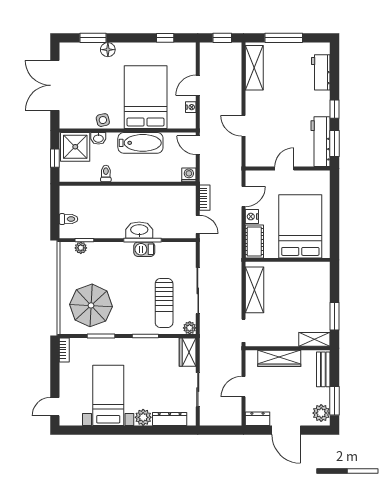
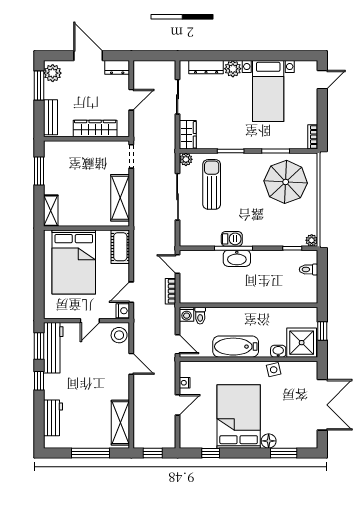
bed: (146, 97) -> (239, 416), moved, turned 180
stool: (256, 154) -> (119, 335), added
toilet: (106, 174) -> (200, 316), moved
nightstand: (252, 217) -> (123, 311), moved
plant: (81, 248) -> (312, 240), moved
shelving: (314, 339) -> (51, 211), moved, turned 90

